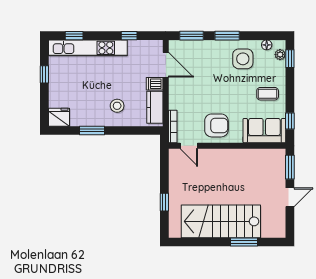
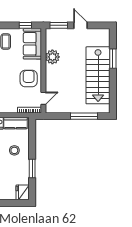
plant: (246, 158) -> (52, 57), added
window: (164, 202) -> (84, 116), width x2.17

